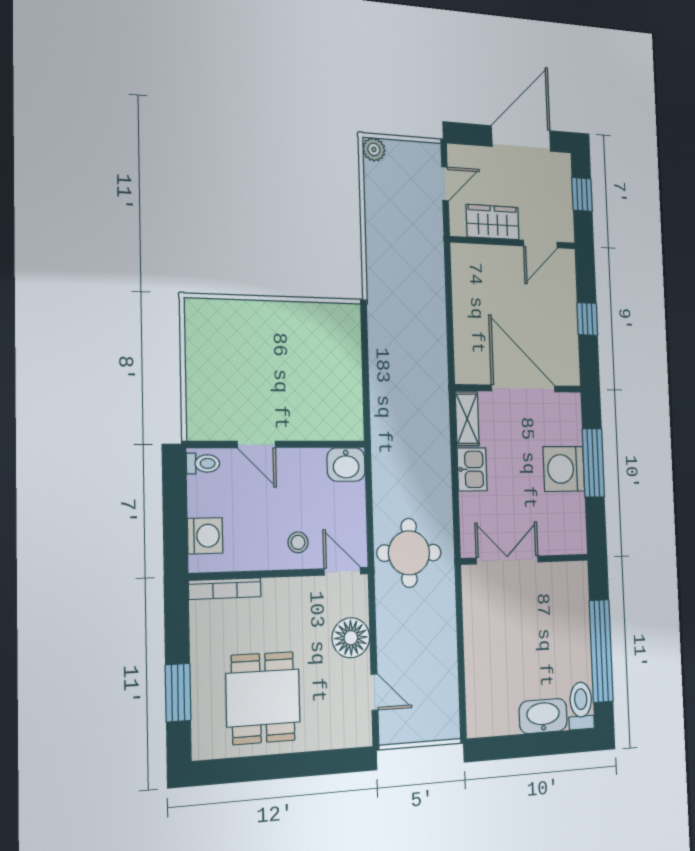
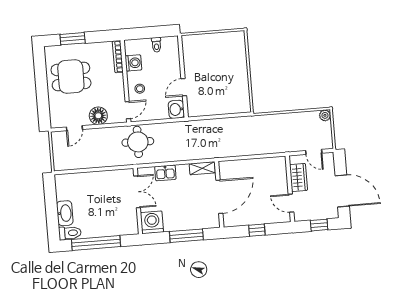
door: (256, 444) -> (184, 87), moved
toilet: (203, 463) -> (156, 45), moved
kitchen sink: (472, 469) -> (165, 173), moved
washing machine: (564, 469) -> (152, 222), moved
washing machine: (205, 536) -> (133, 63), moved, turned -90

